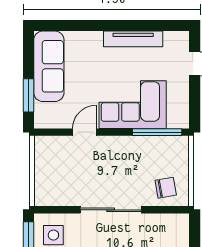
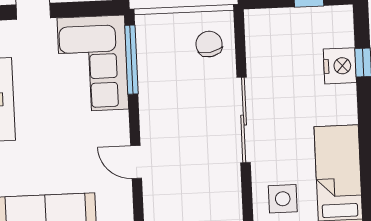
corner sofa: (133, 105) -> (93, 63), moved

